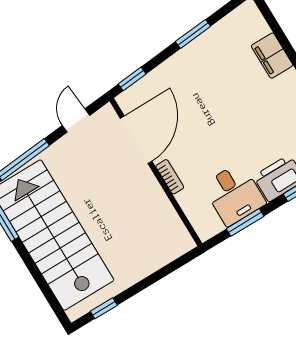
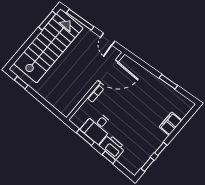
window: (132, 79) -> (137, 60), removed
door: (76, 120) -> (108, 39), swing flipped

